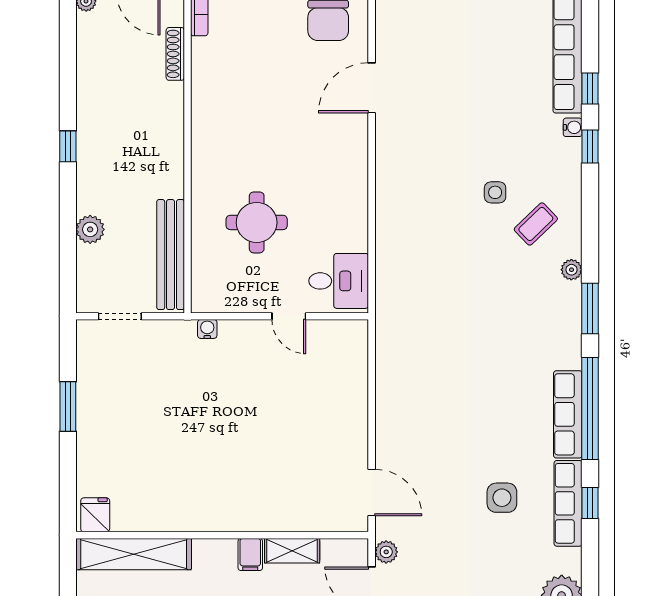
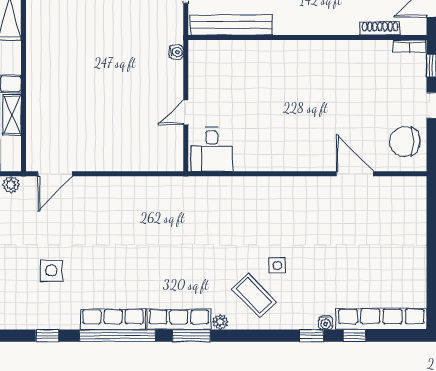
round table: (257, 222) -> (255, 89), removed
coffee table: (536, 224) -> (254, 295), width x1.36, depth x1.30
row of seats: (568, 503) -> (179, 319), moved

